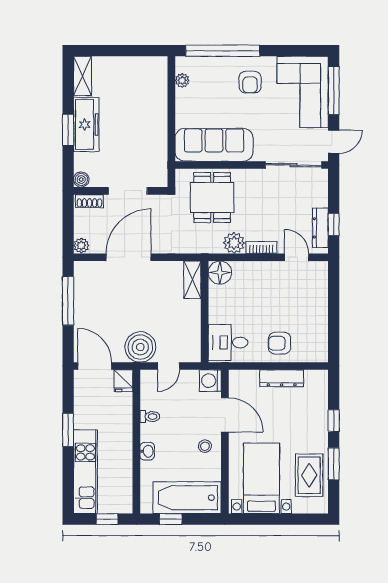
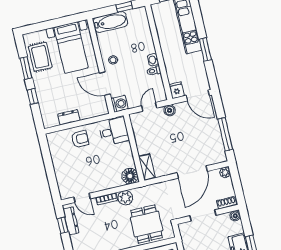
boiler: (140, 347) -> (170, 110), width x0.54, depth x0.54
dresser: (282, 378) -> (69, 117), width x0.70
washbasin: (147, 451) -> (153, 60), moved
bathtub: (187, 498) -> (110, 22), width x0.73, depth x0.73

